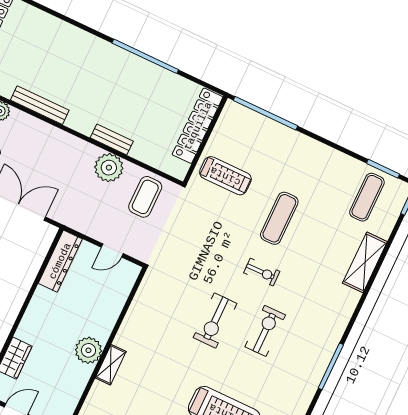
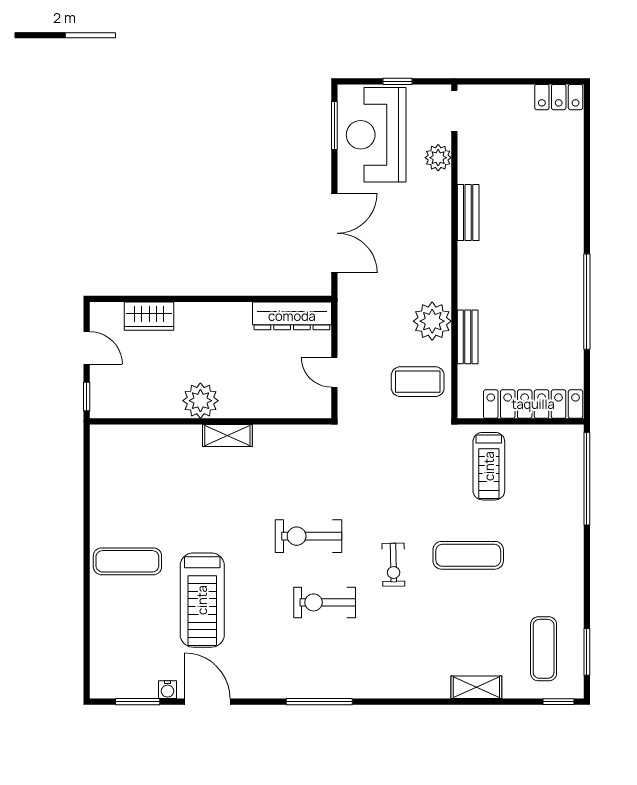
bench: (40, 105) -> (468, 213), width x0.73
bench: (112, 140) -> (468, 337), moved
exercise mat: (367, 197) -> (544, 649), turned 90
shelving: (365, 262) -> (476, 687), width x0.67, depth x0.75
exercise bike: (265, 331) -> (325, 602), turned 180
shelving: (111, 365) -> (227, 436), moved

